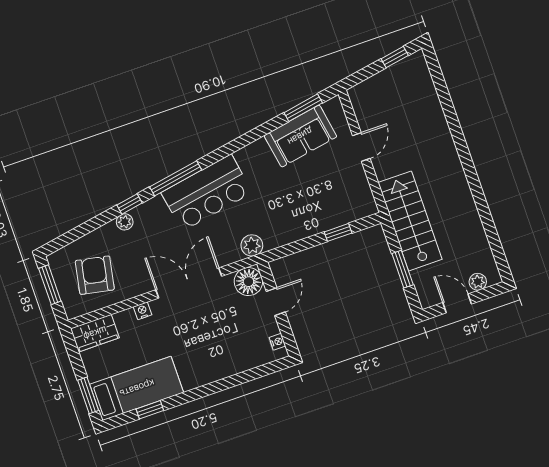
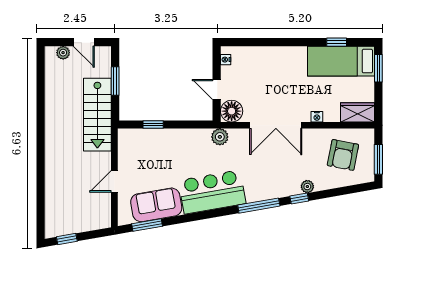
bar counter: (207, 193) -> (212, 192), moved
door: (276, 302) -> (217, 89), hinge flipped

